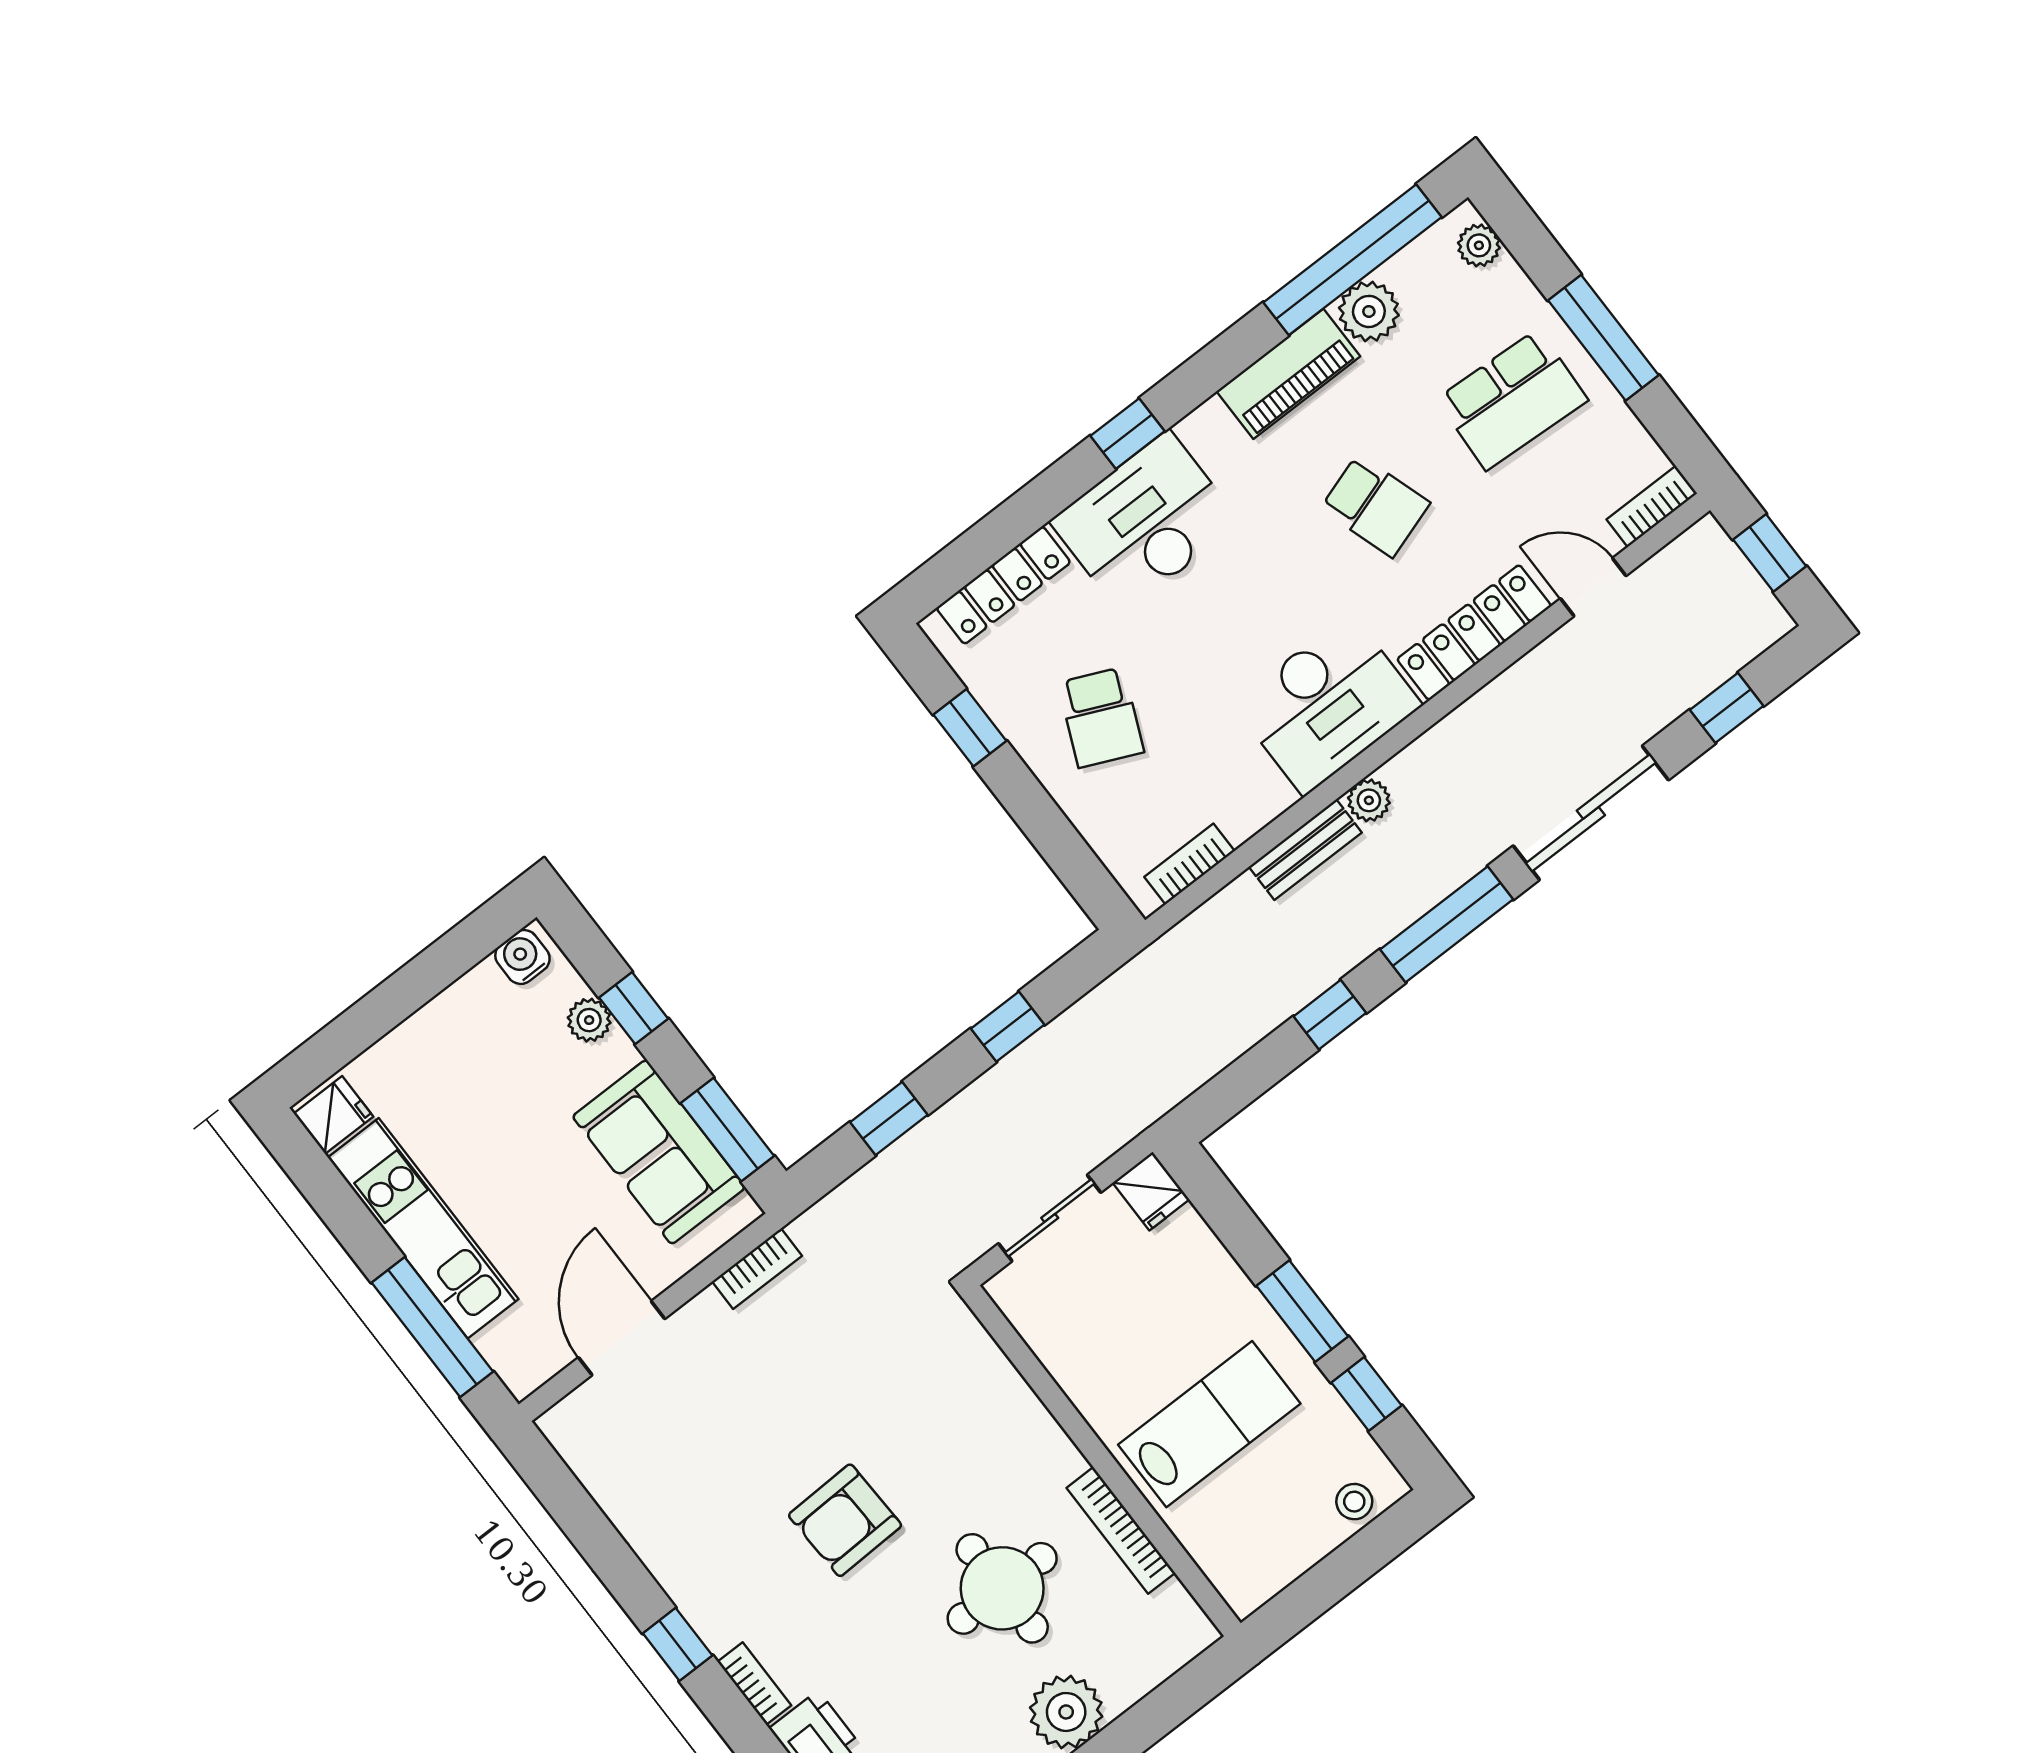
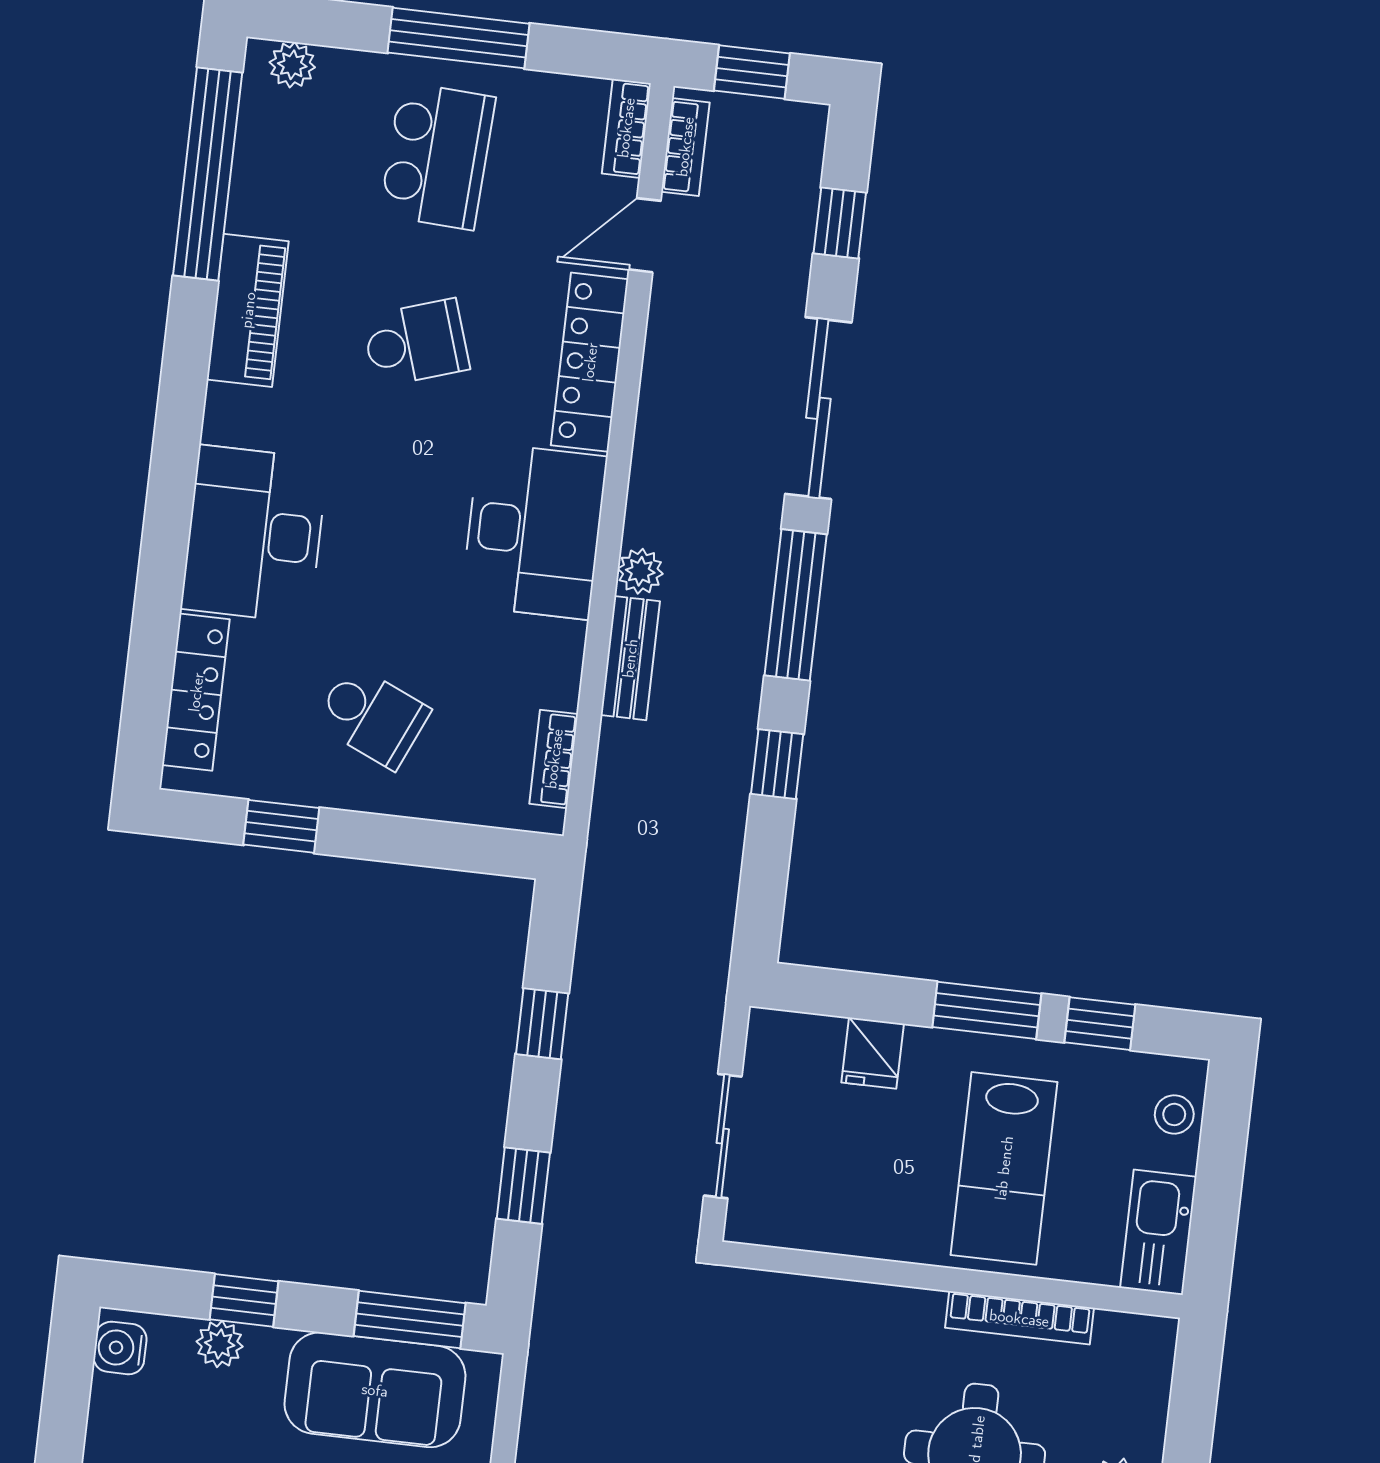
plant: (1369, 311) -> (260, 200), removed
window: (1127, 434) -> (172, 481), removed
fridge: (1151, 1191) -> (873, 1053), moved, turned 90
bookcase: (757, 1269) -> (685, 147), moved
lab bench: (1209, 1424) -> (1004, 1168), turned 180
kitchen sink: (1266, 1567) -> (1158, 1232), added

